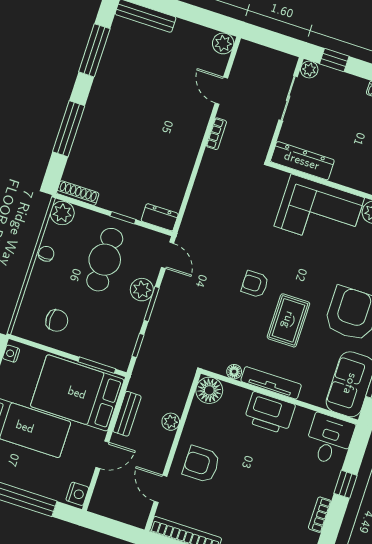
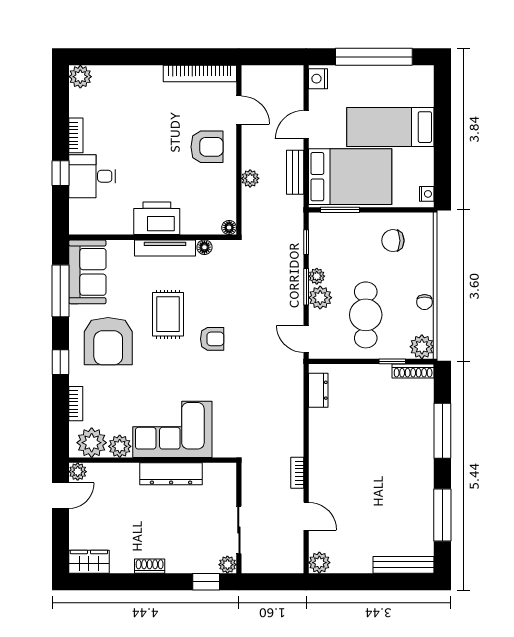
dresser: (302, 161) -> (171, 474), moved
dresser: (160, 217) -> (318, 390), moved, turned -90
window: (123, 218) -> (392, 361), moved
plant: (139, 311) -> (317, 276), added
floor lamp: (209, 390) -> (229, 228), width x0.53, depth x0.53
desk: (329, 440) -> (92, 176), moved, turned 90

